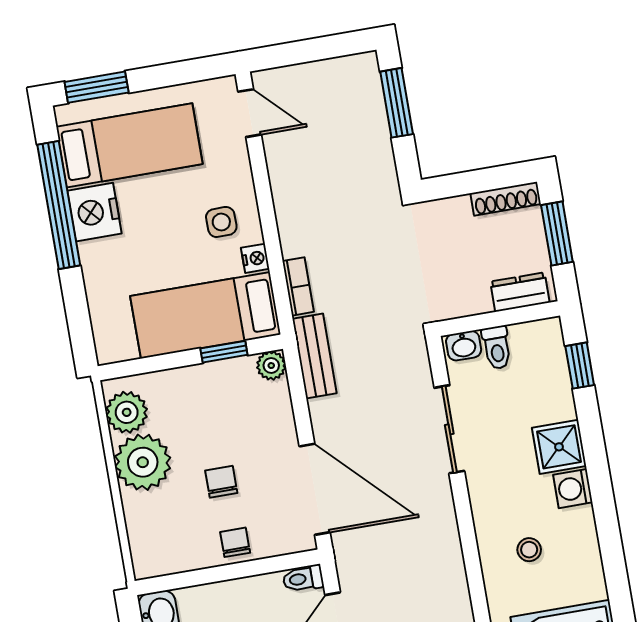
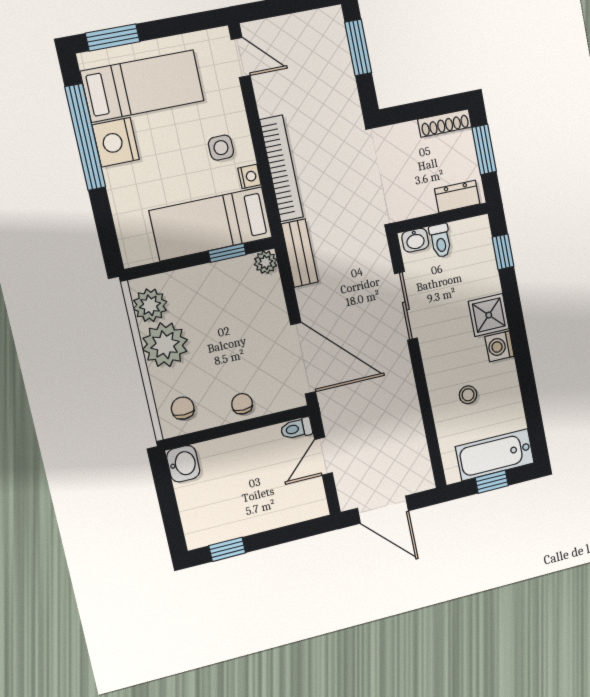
bookcase: (298, 286) -> (282, 169), width x2.31, depth x1.31
chair: (221, 482) -> (183, 408), moved

